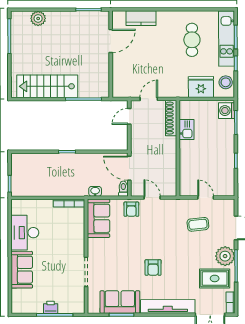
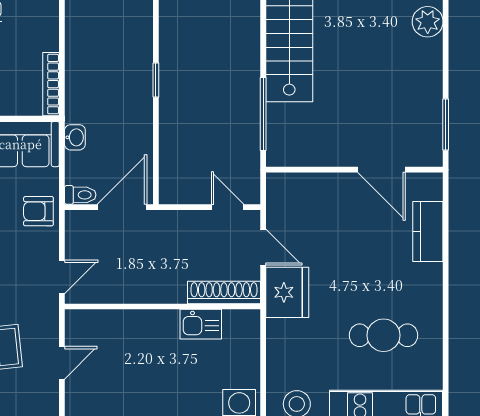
fridge: (201, 87) -> (287, 292), moved
door: (152, 198) -> (62, 277), moved

